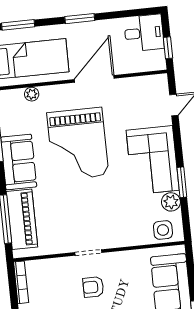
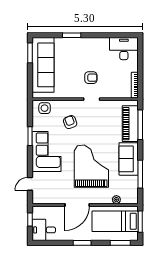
plant: (171, 202) -> (38, 125), removed
armchair: (119, 212) -> (70, 122), added

